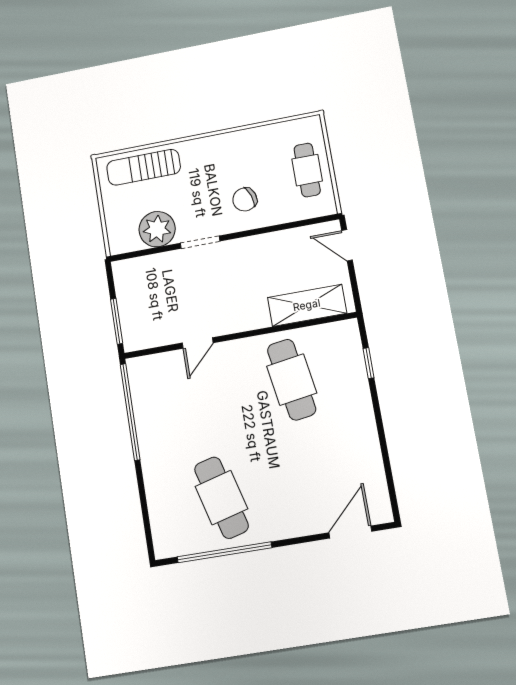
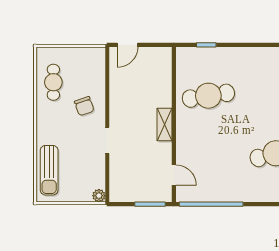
cafe table: (307, 170) -> (53, 82), moved, turned 90
plant: (157, 229) -> (99, 196), moved, width x0.53, depth x0.53
shelving: (307, 305) -> (165, 125), moved, width x0.67, depth x0.75
door: (198, 343) -> (174, 175), moved

